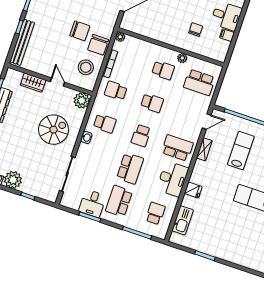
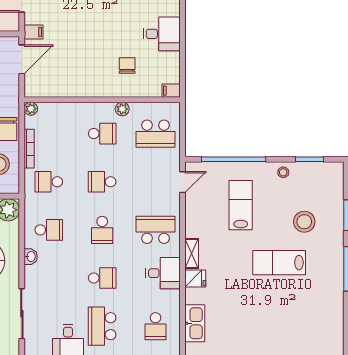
filing cabinet: (227, 35) -> (171, 91), moved
school desk: (152, 103) -> (102, 182), turned 180
shelving: (204, 149) -> (192, 254), moved
school desk: (130, 168) -> (102, 278), width x0.54
desk: (173, 179) -> (163, 273), width x0.73
school desk: (155, 213) -> (156, 326), turned 180

